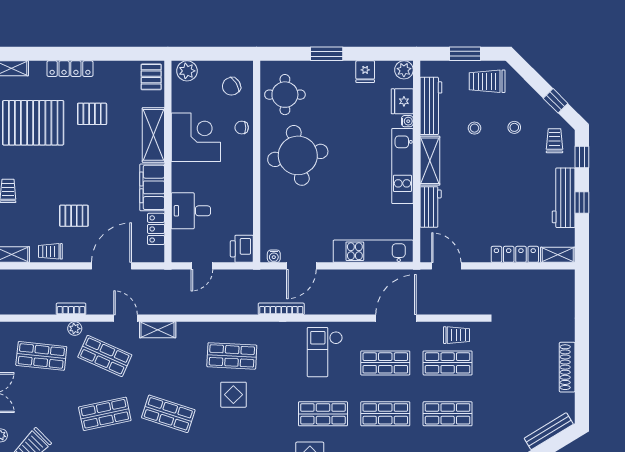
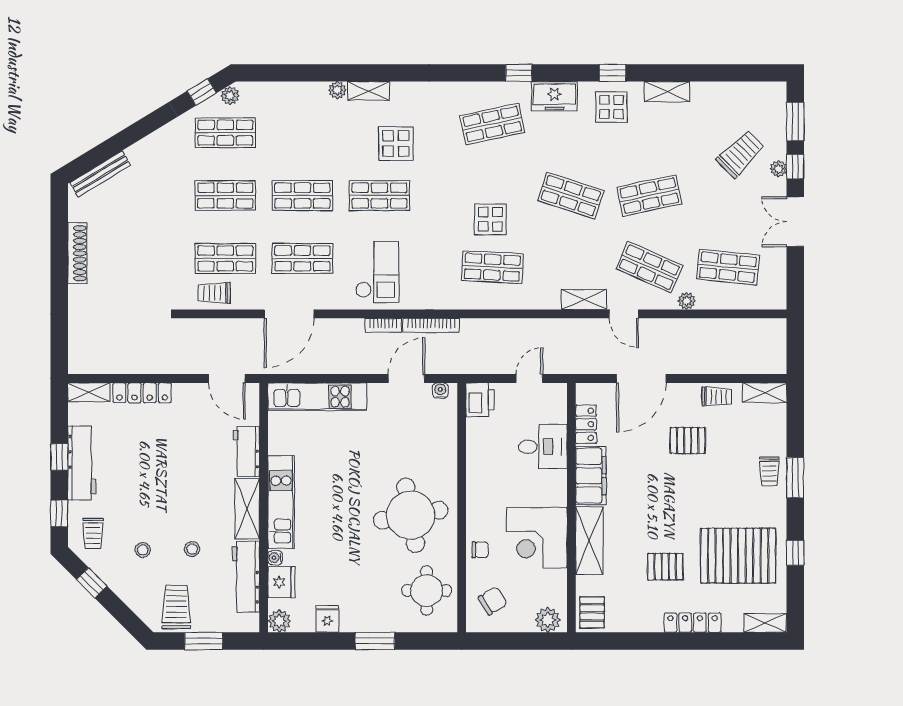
trolley: (487, 81) -> (176, 607), turned -90
bookcase: (71, 309) -> (383, 325), moved

